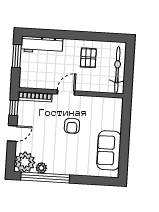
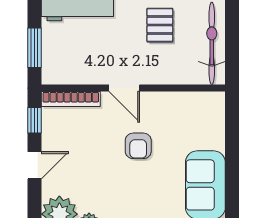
window: (17, 56) -> (34, 48), moved
door: (66, 92) -> (124, 88), swing flipped

